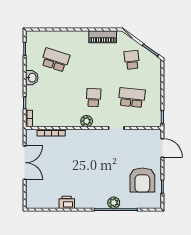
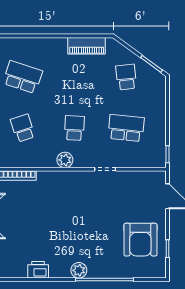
school desk: (55, 98) -> (23, 128), added
plant: (114, 203) -> (79, 270), moved

